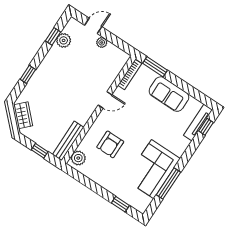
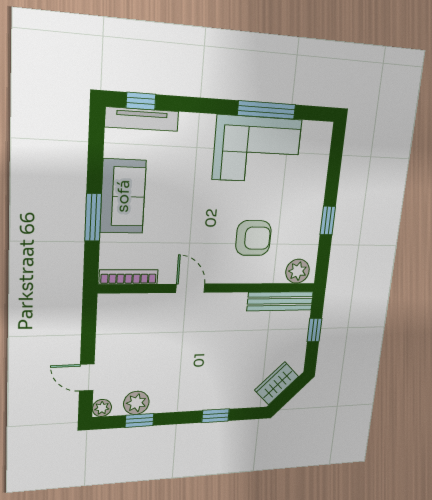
plant: (102, 42) -> (102, 408), moved
window: (155, 67) -> (93, 217), moved
window: (120, 204) -> (328, 221), moved

